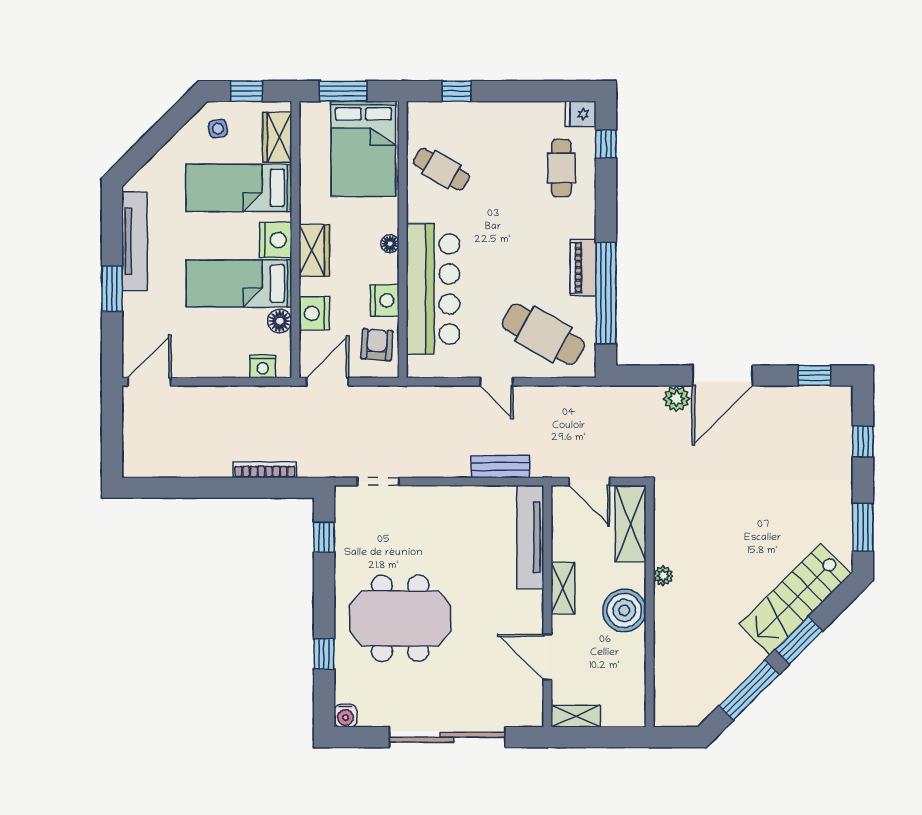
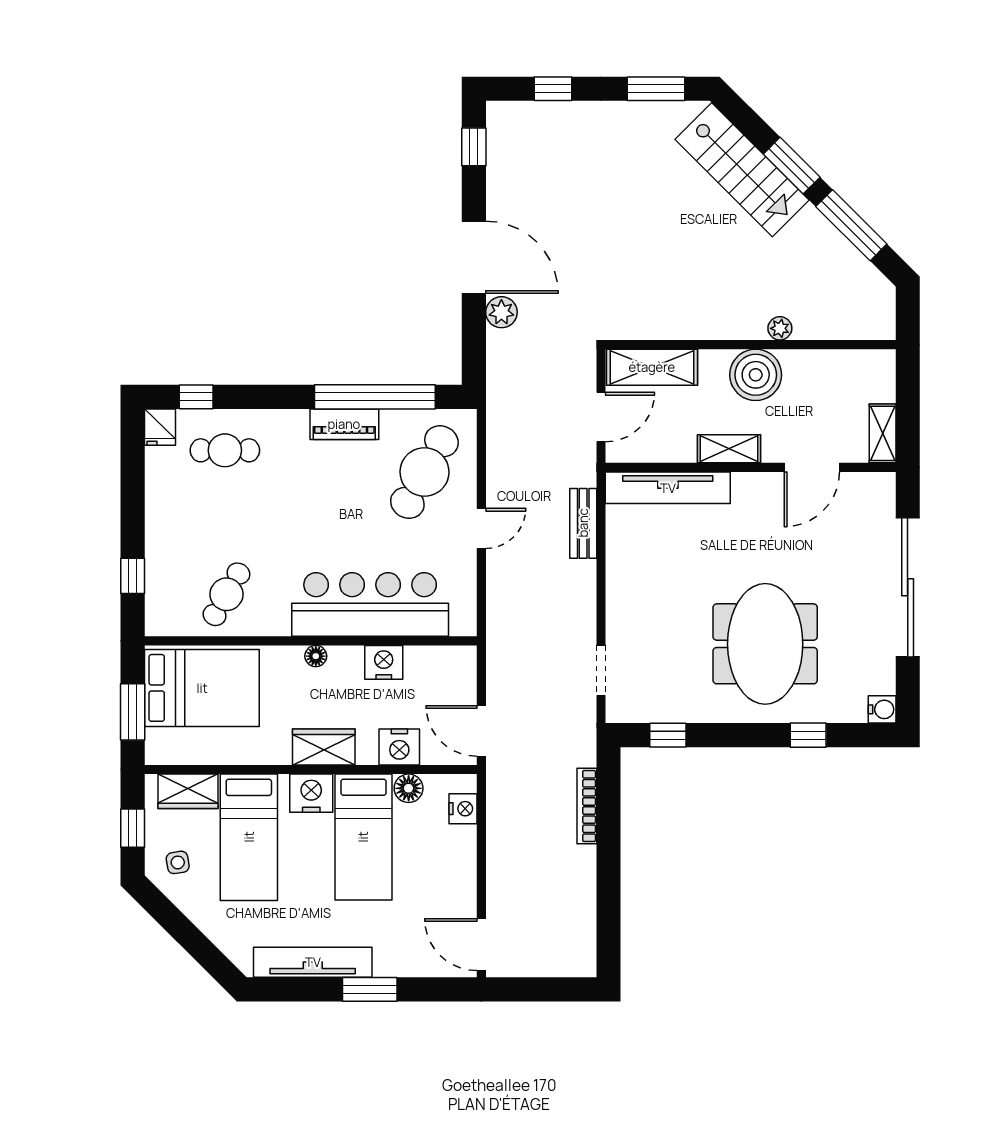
armchair: (377, 345) -> (437, 672), removed
plant: (663, 576) -> (780, 328), moved

